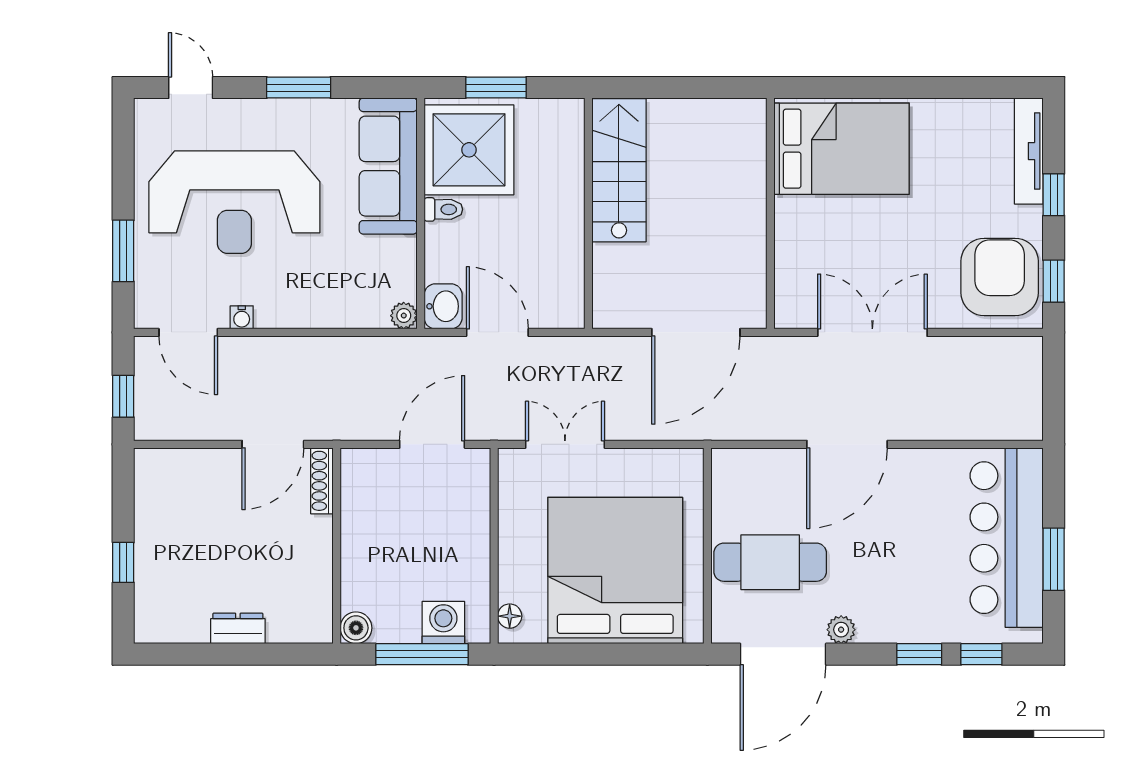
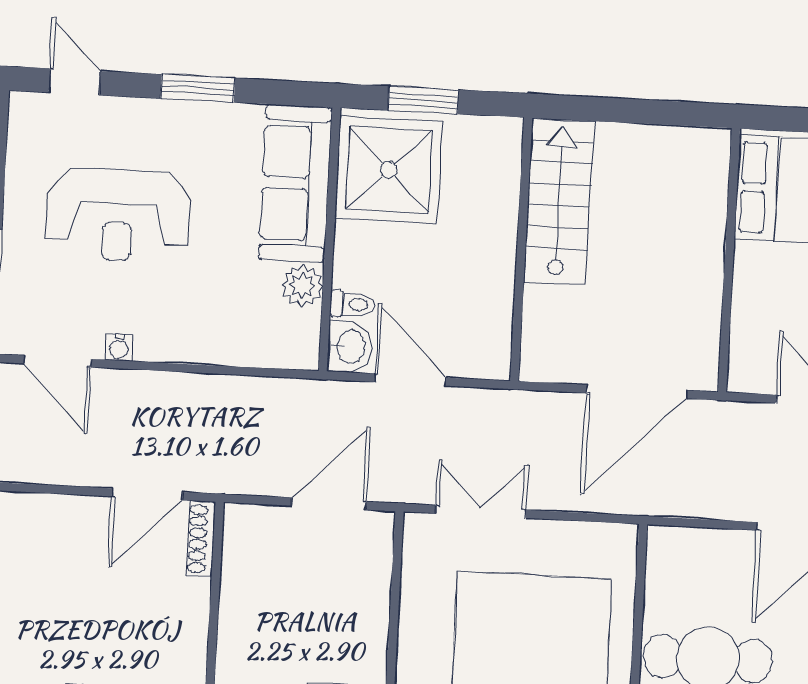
reception desk: (234, 202) -> (118, 215), width x0.74, depth x0.77
toilet: (443, 209) -> (352, 304), moved
plant: (404, 316) -> (302, 286), moved, width x1.38, depth x1.38

